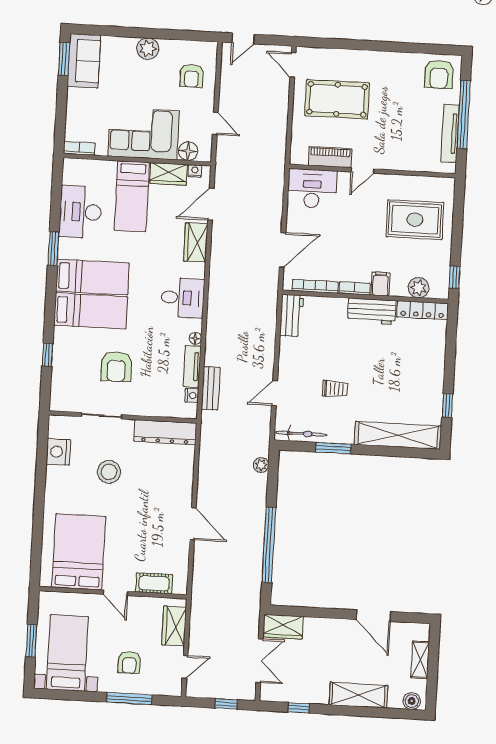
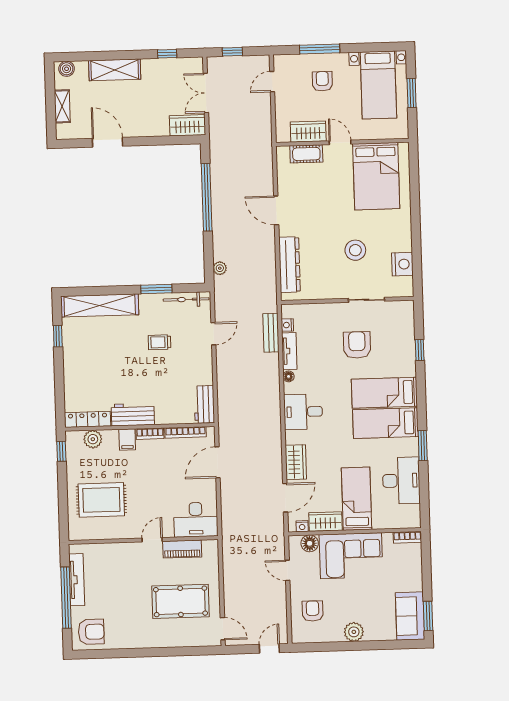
armchair: (439, 74) -> (91, 632), turned 90
dresser: (165, 432) -> (289, 265), moved, turned 90
wardrobe: (174, 626) -> (308, 132), moved, turned -90

